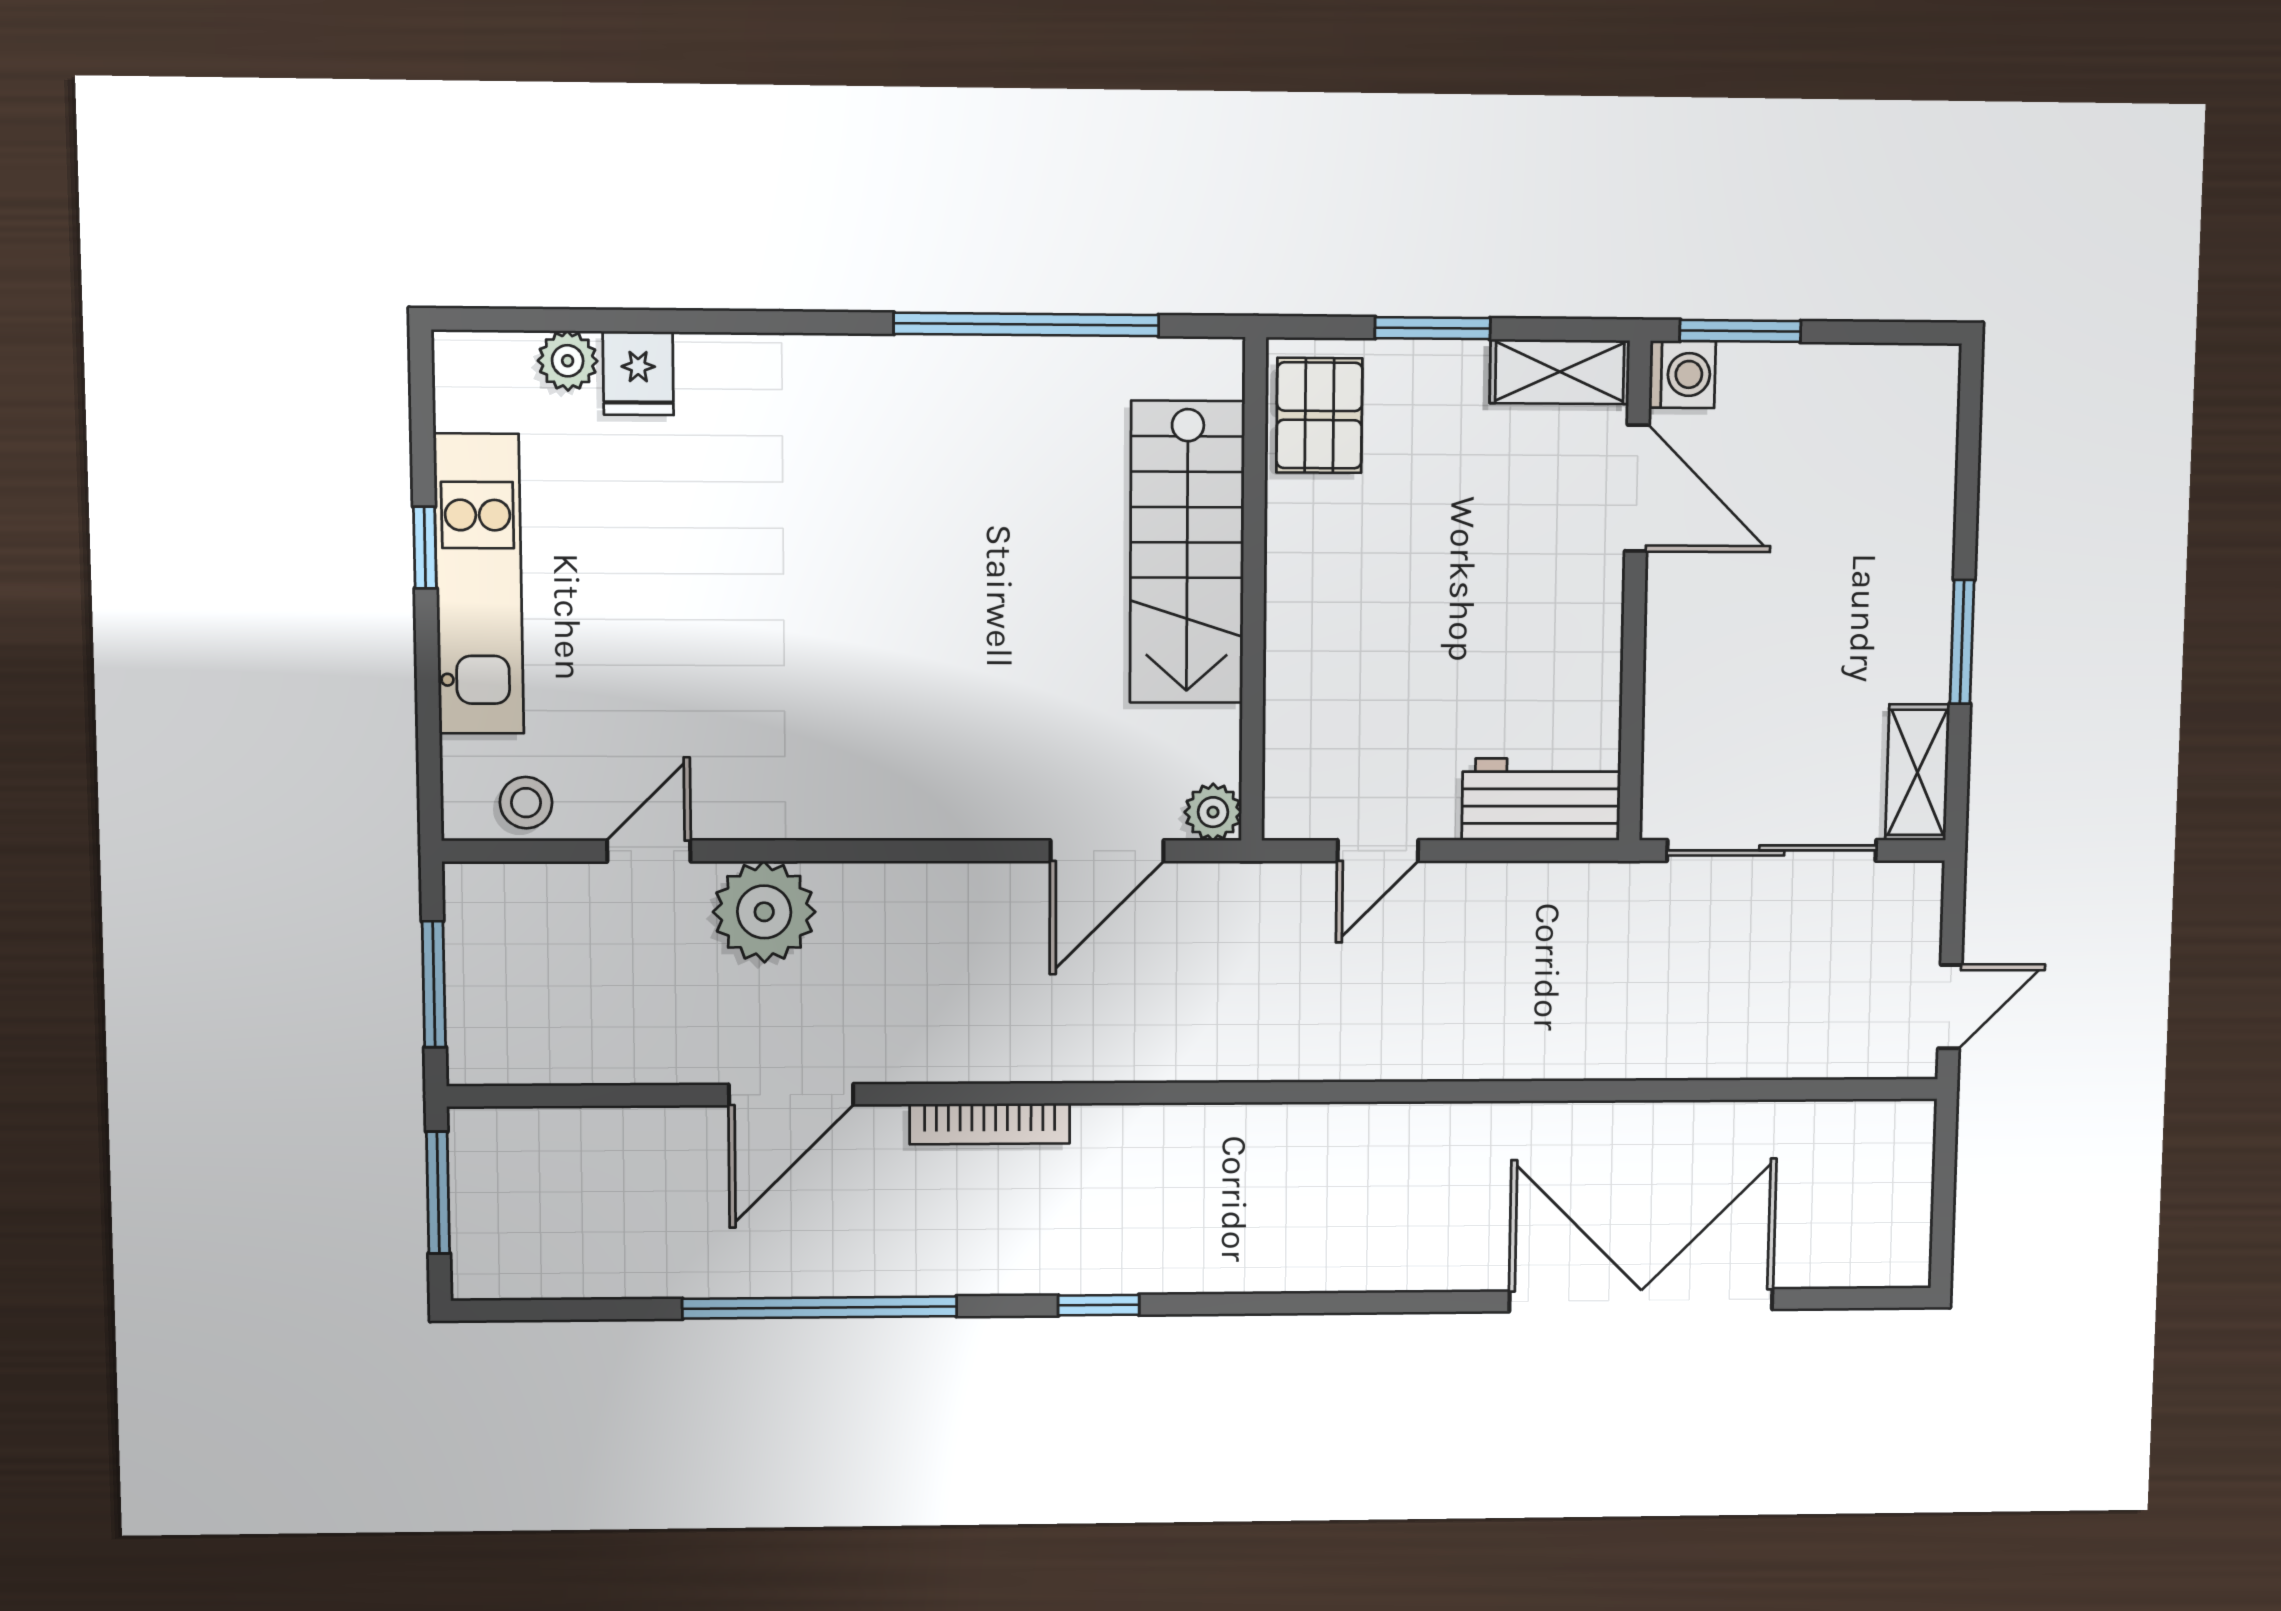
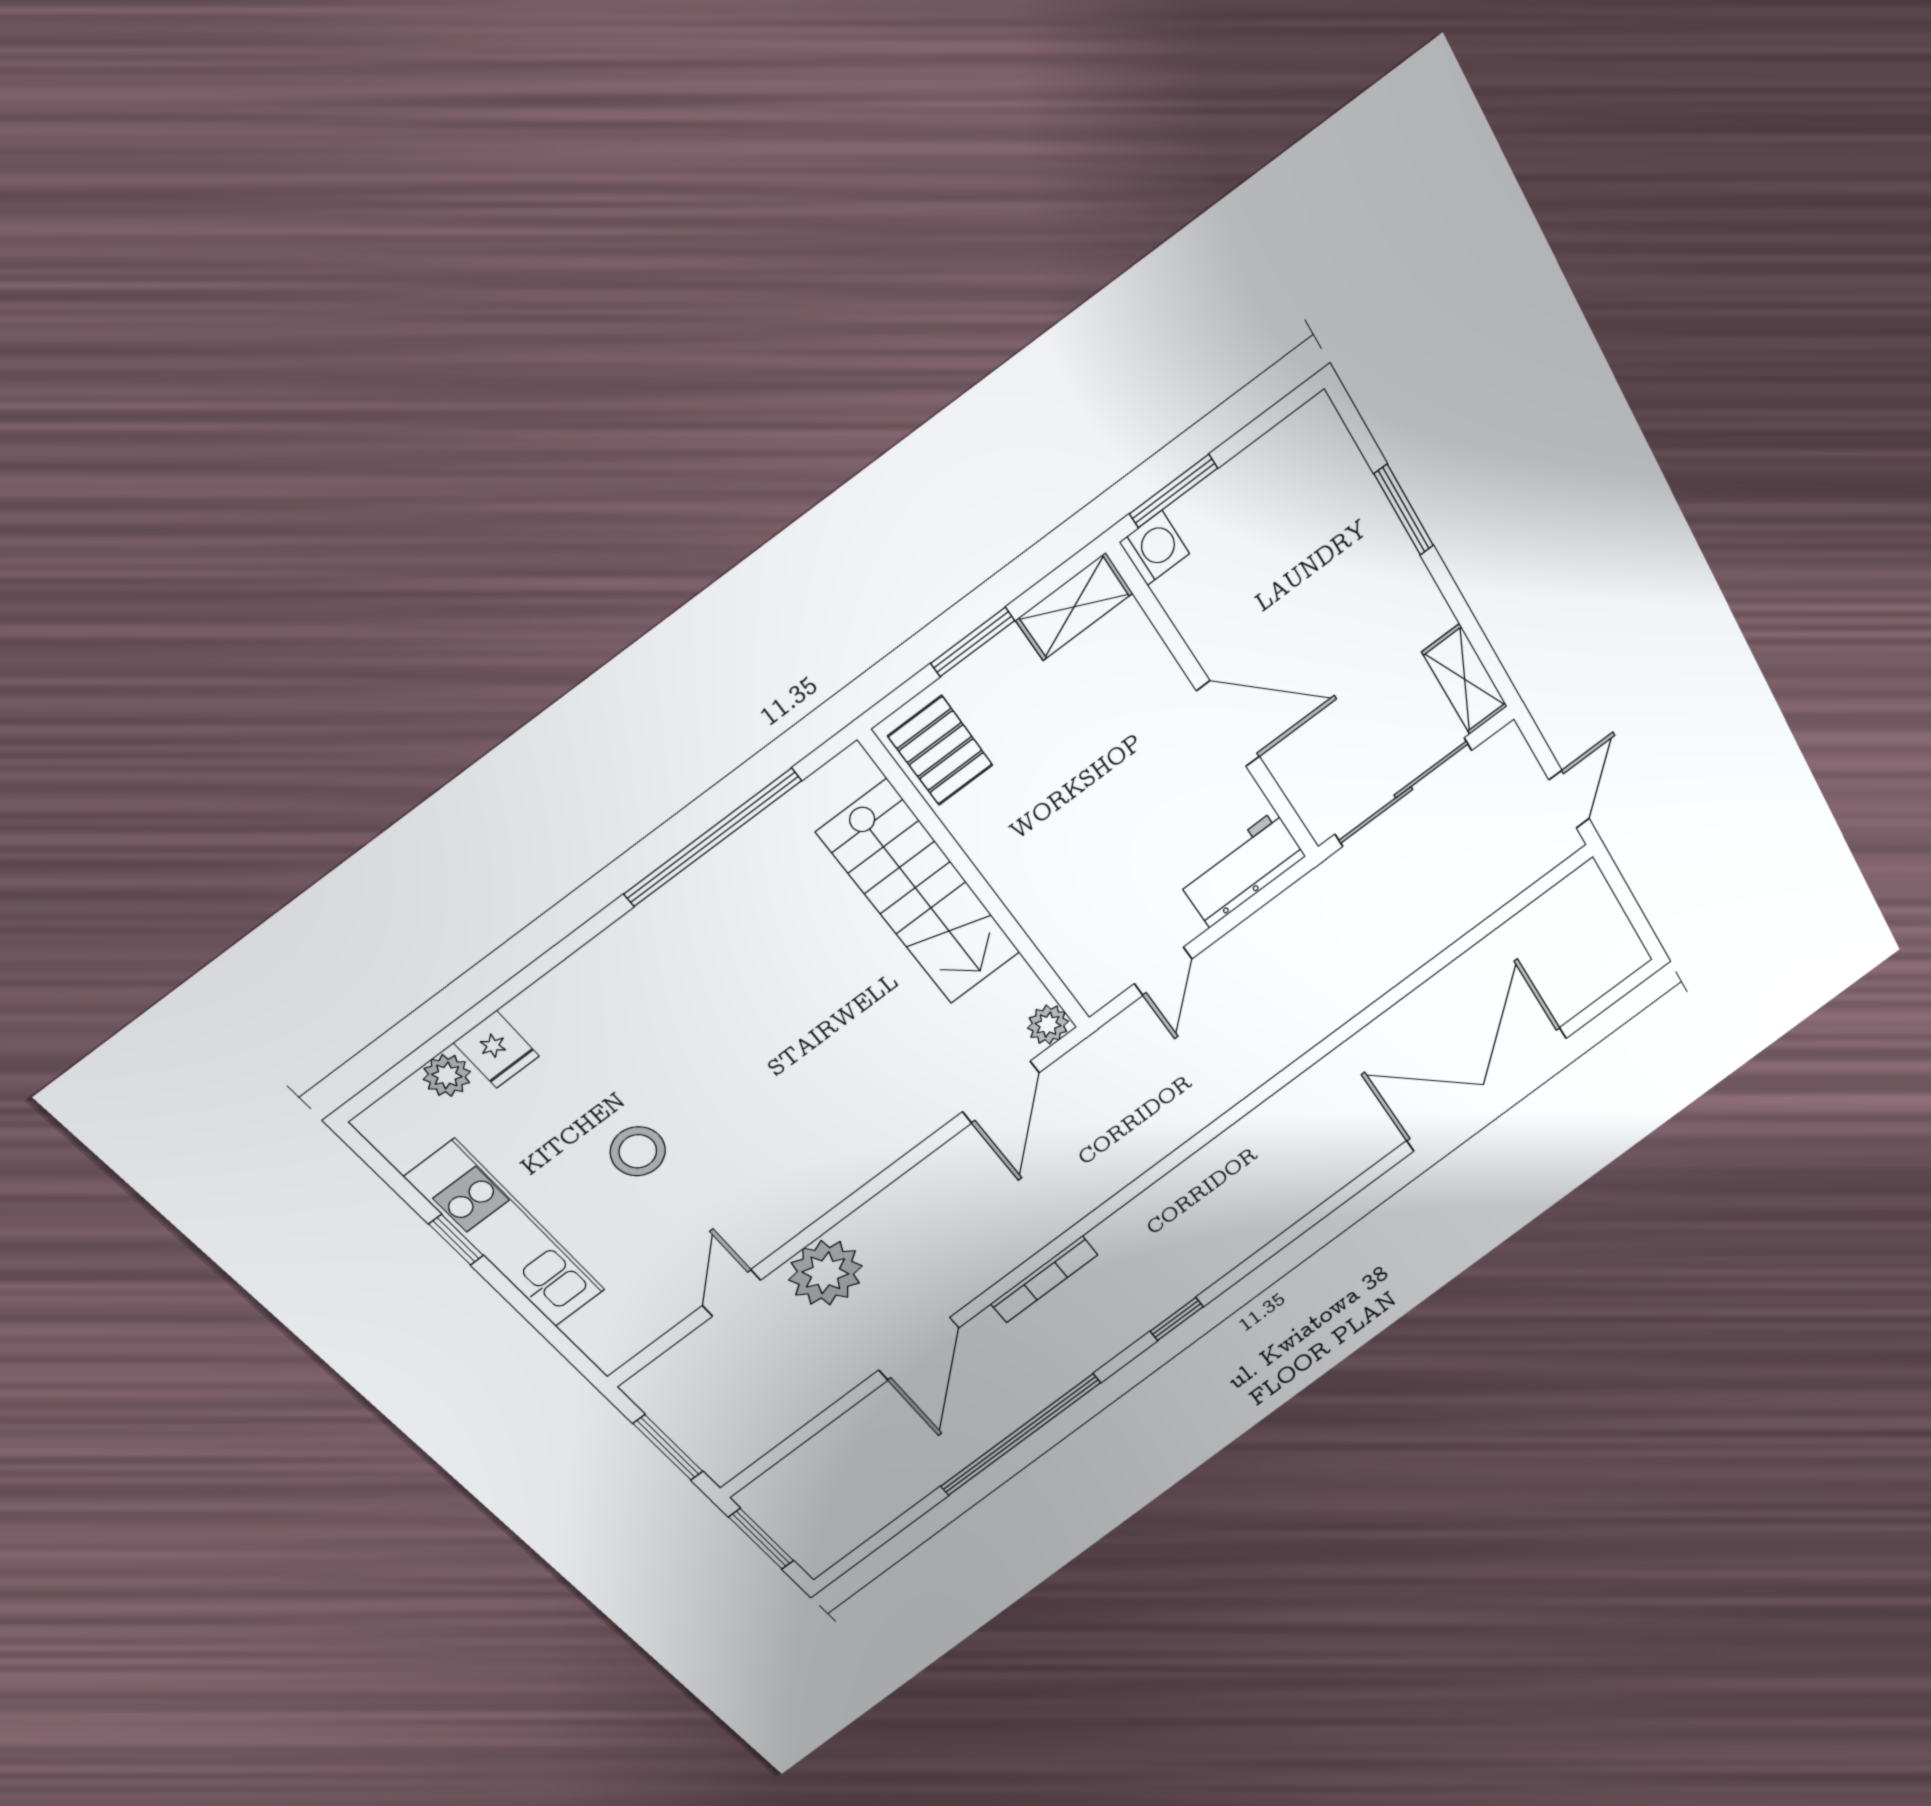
door: (1637, 488) -> (1228, 724), moved
window: (1962, 642) -> (1404, 510), moved
stool: (526, 803) -> (638, 1151), moved, width x1.37, depth x1.37

